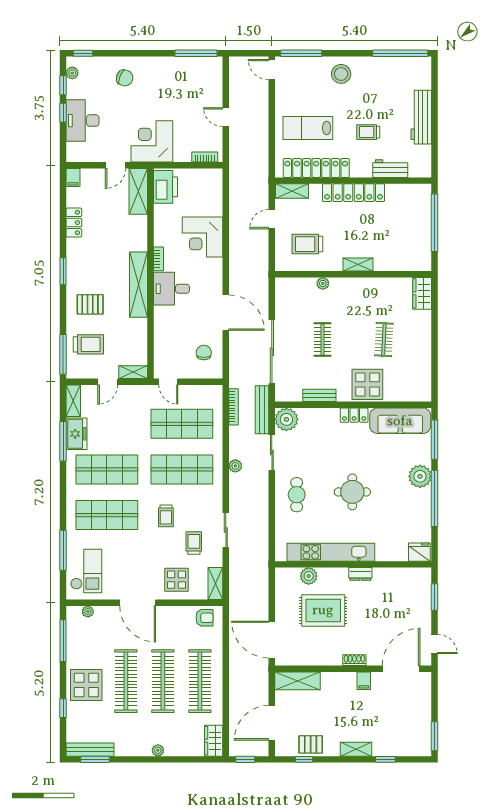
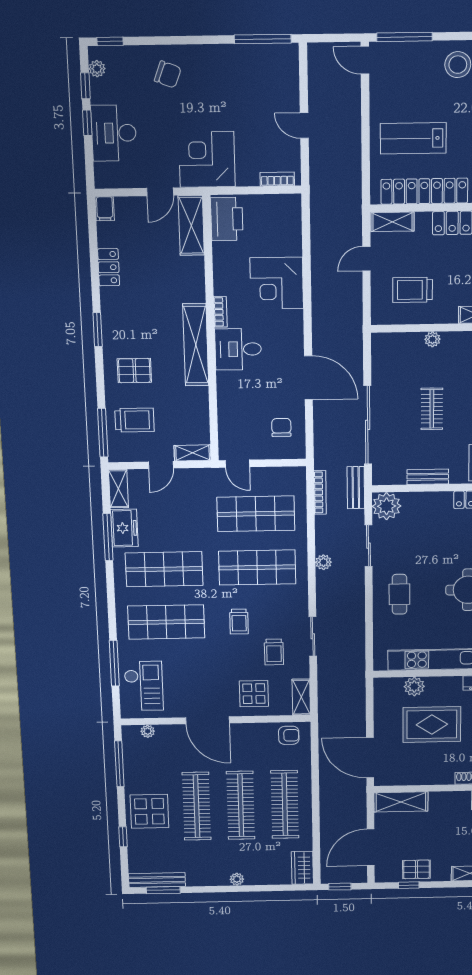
bench: (262, 410) -> (356, 488), width x0.73
trolley: (194, 543) -> (274, 652), turned 180

